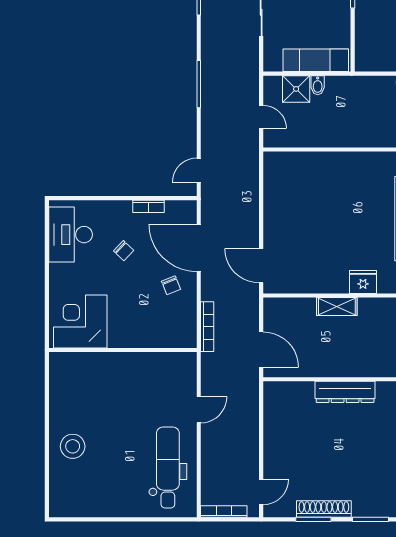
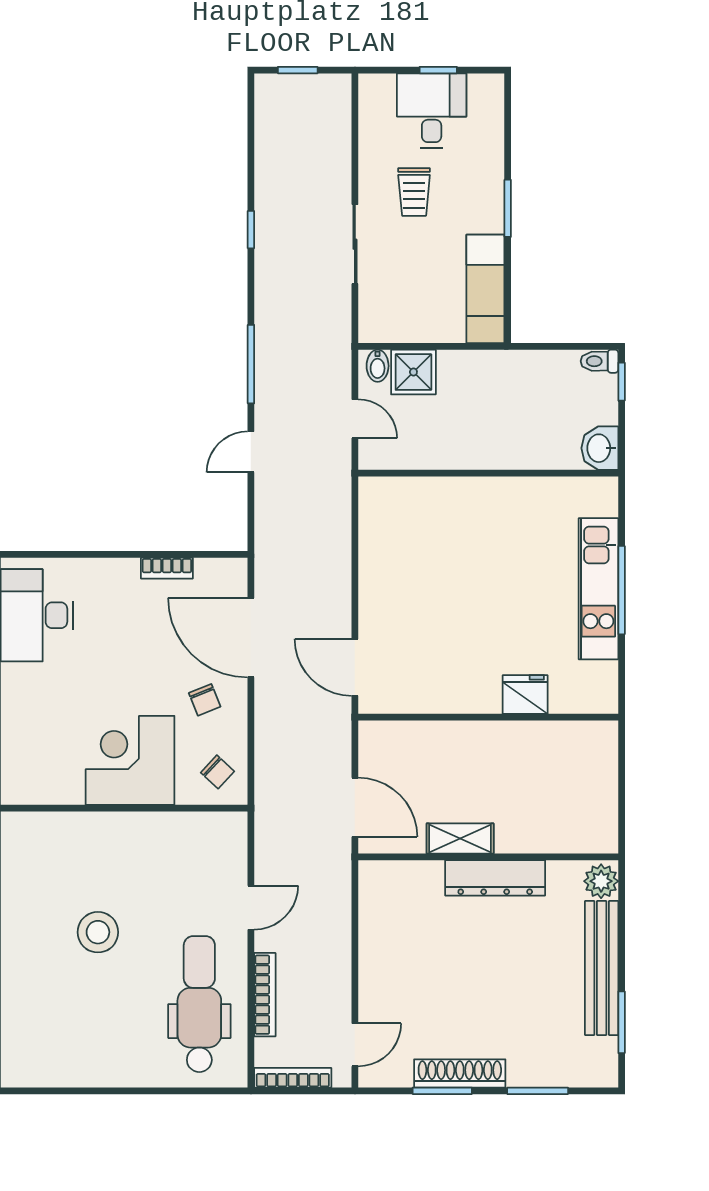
exam couch: (316, 60) -> (485, 289), moved, turned -90
bidet: (318, 85) -> (378, 366), moved
door: (199, 170) -> (251, 452), moved
chair: (124, 251) -> (217, 772), moved
shelving: (337, 306) -> (460, 838), moved
corner desk: (80, 321) -> (130, 760), moved
bookcase: (207, 327) -> (265, 995), moved
stool: (73, 446) -> (98, 932), moved

